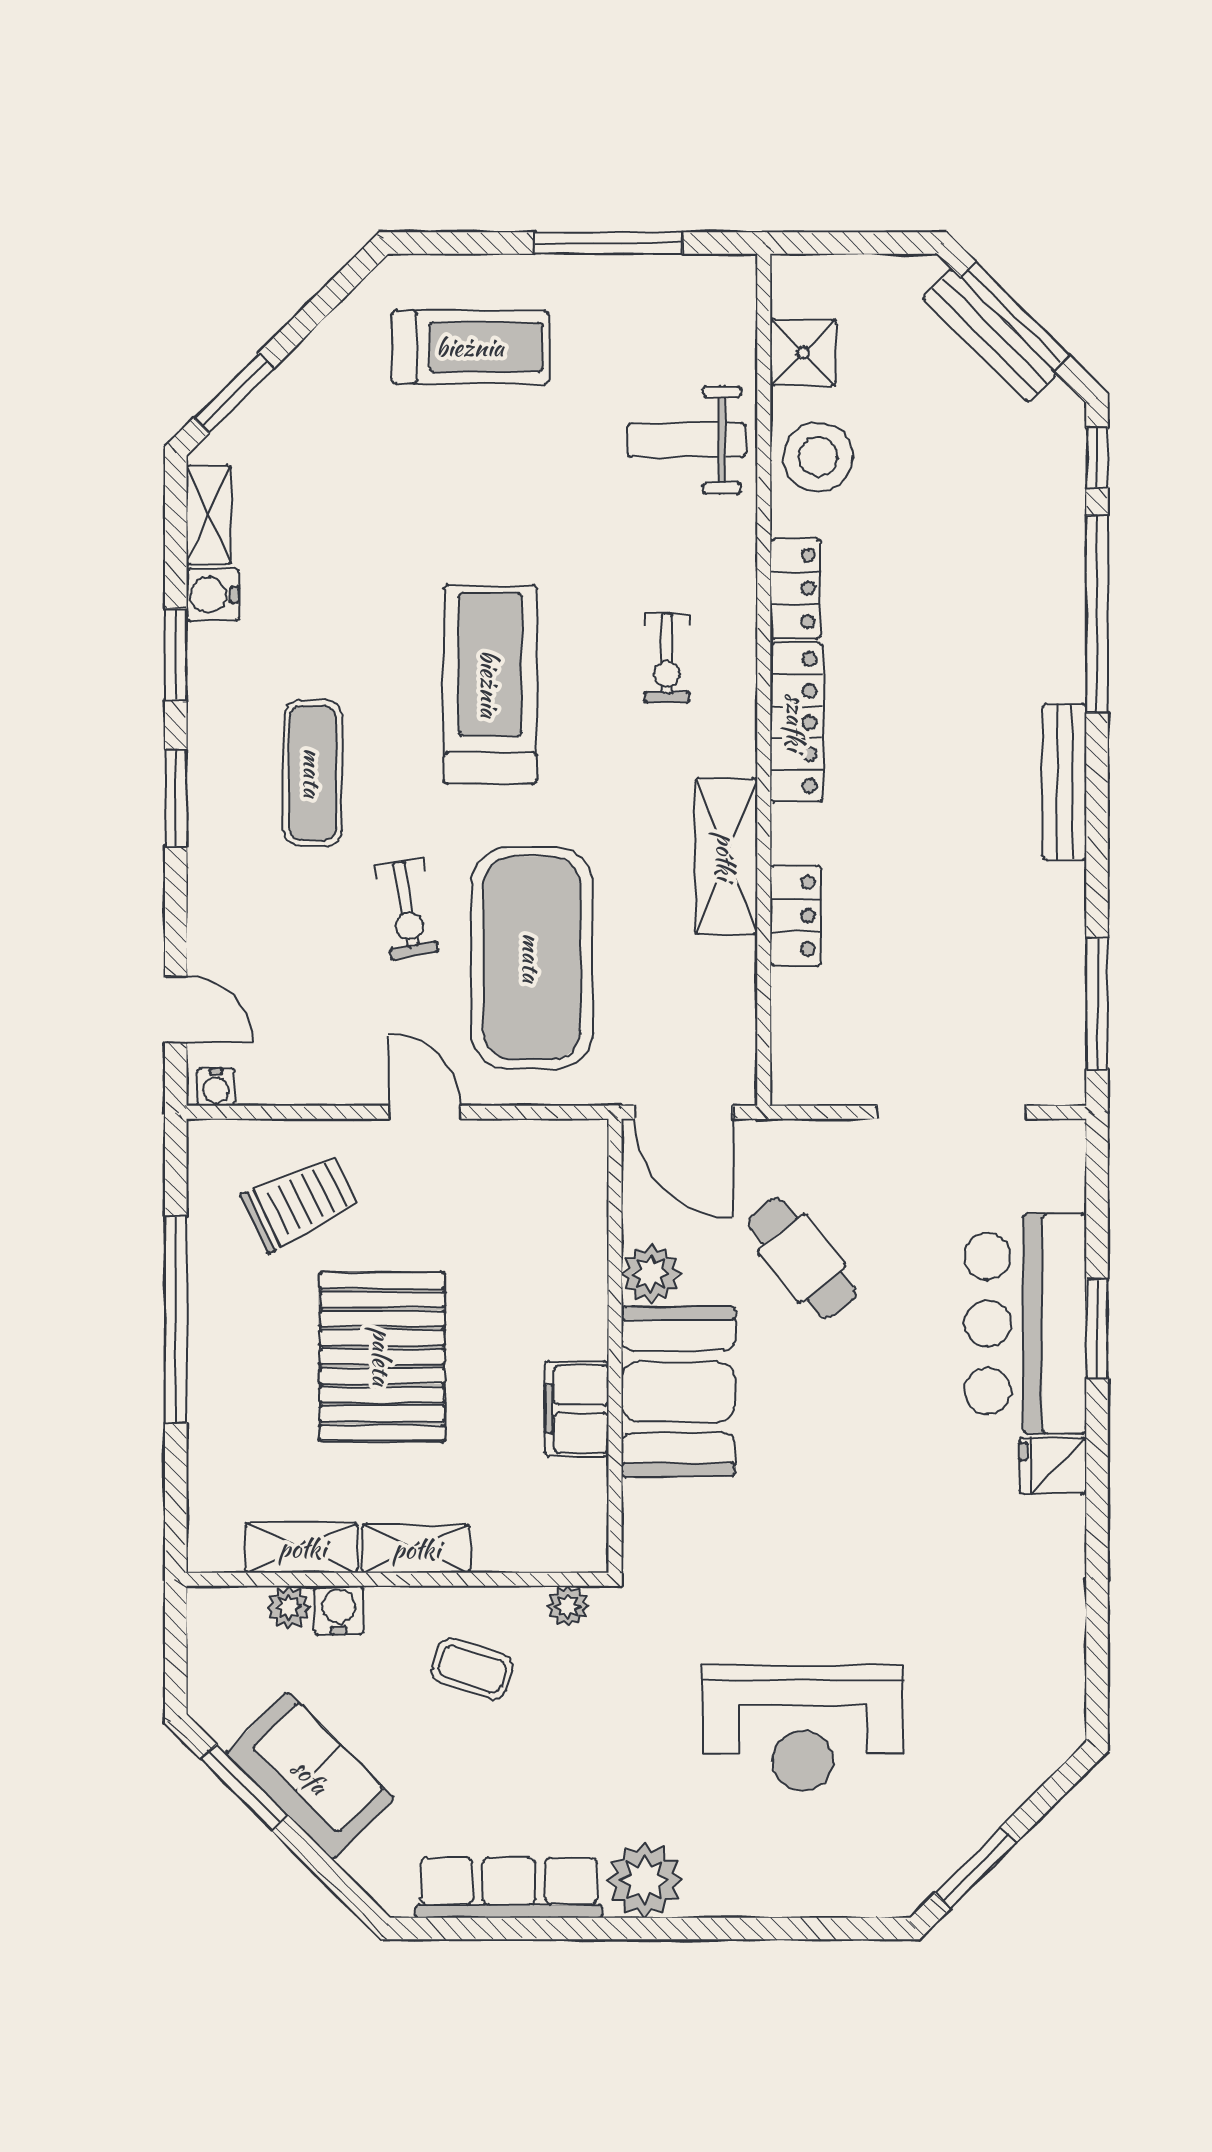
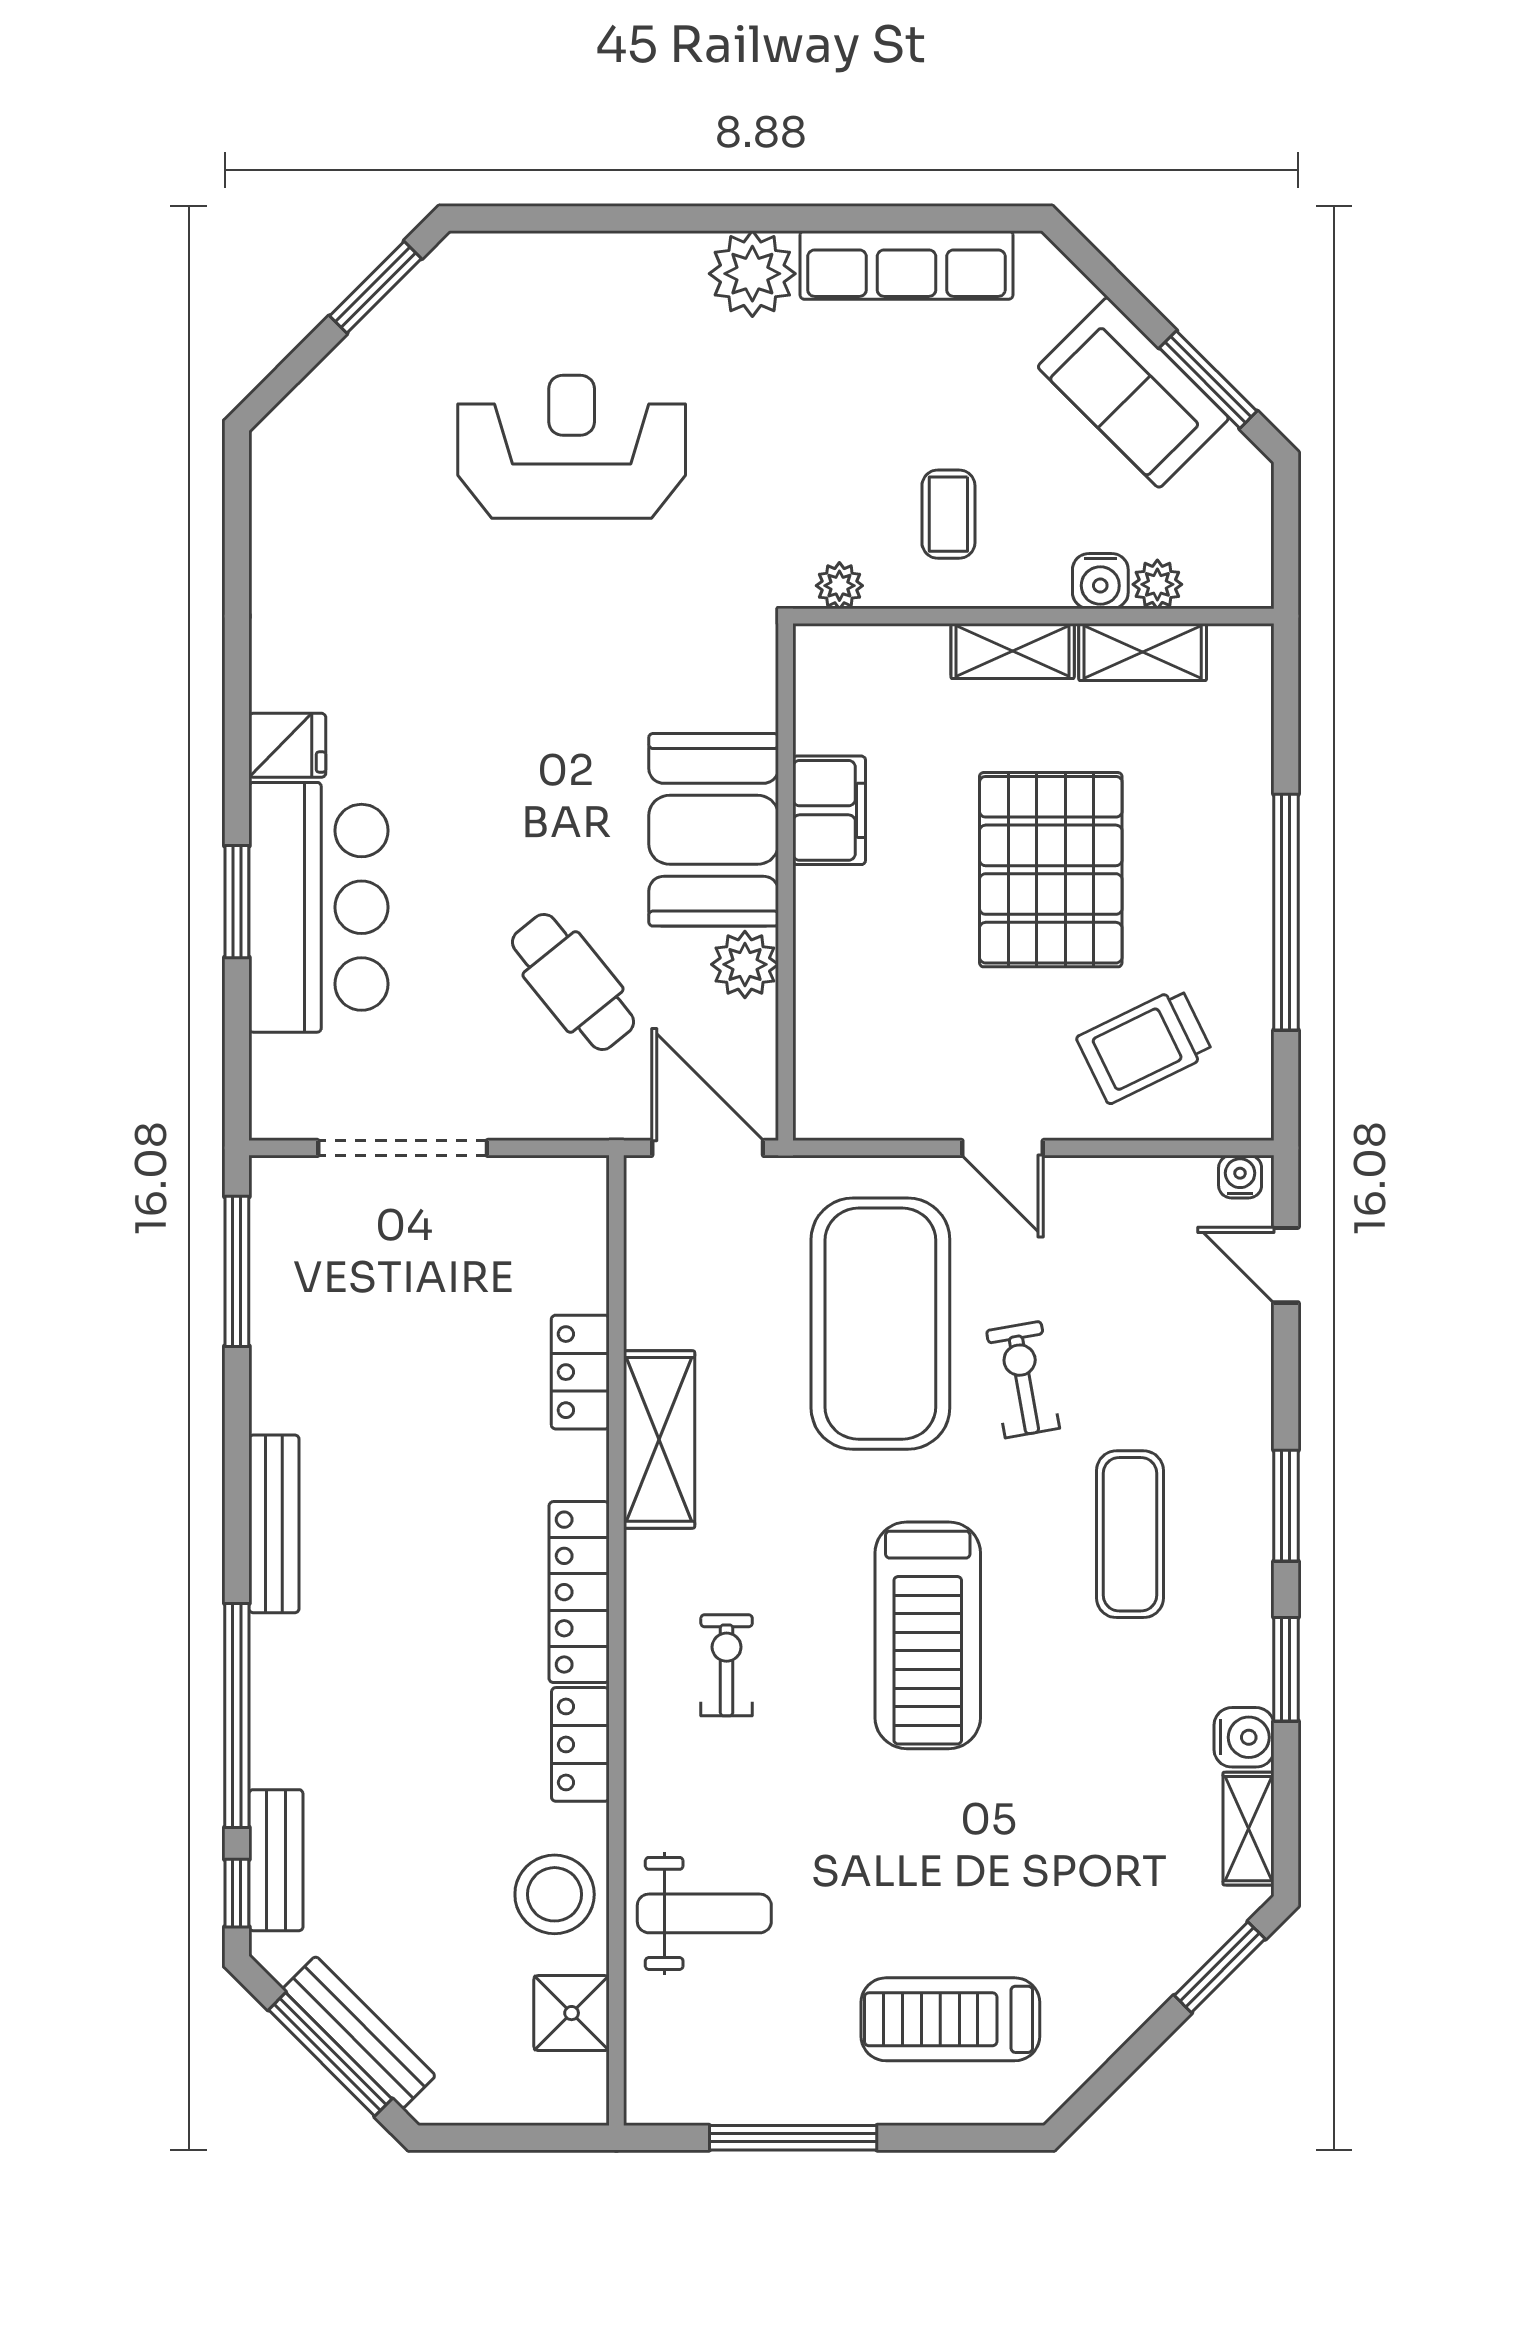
bench: (1063, 487) -> (276, 1860), added
coffee table: (472, 1669) -> (948, 514), turned 72

